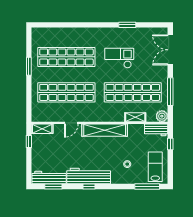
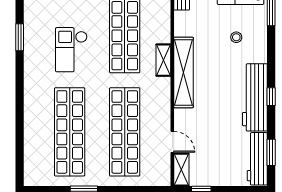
shelving: (135, 117) -> (163, 60), moved
door: (71, 123) -> (172, 142), moved

